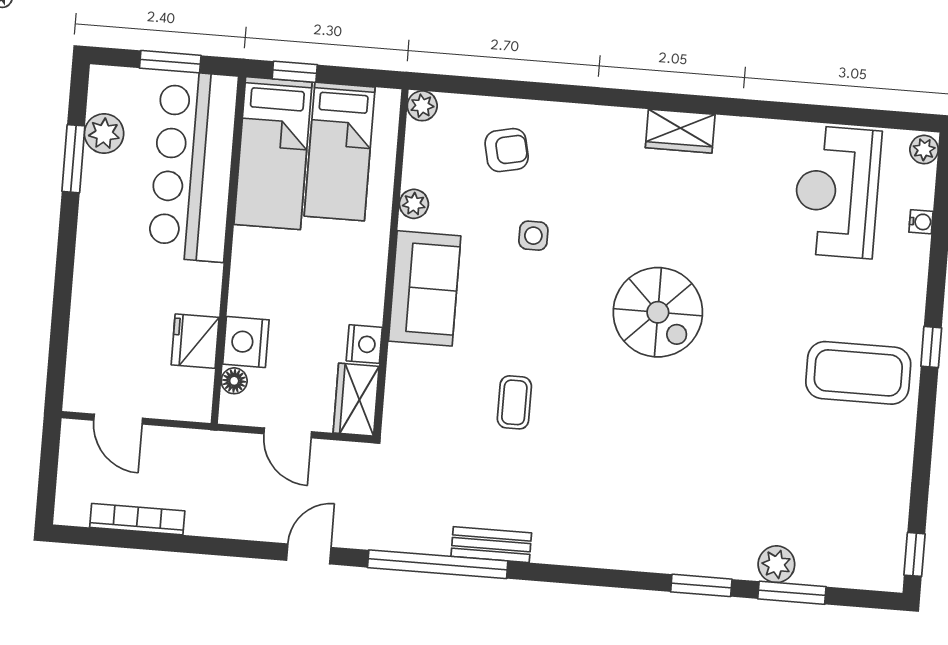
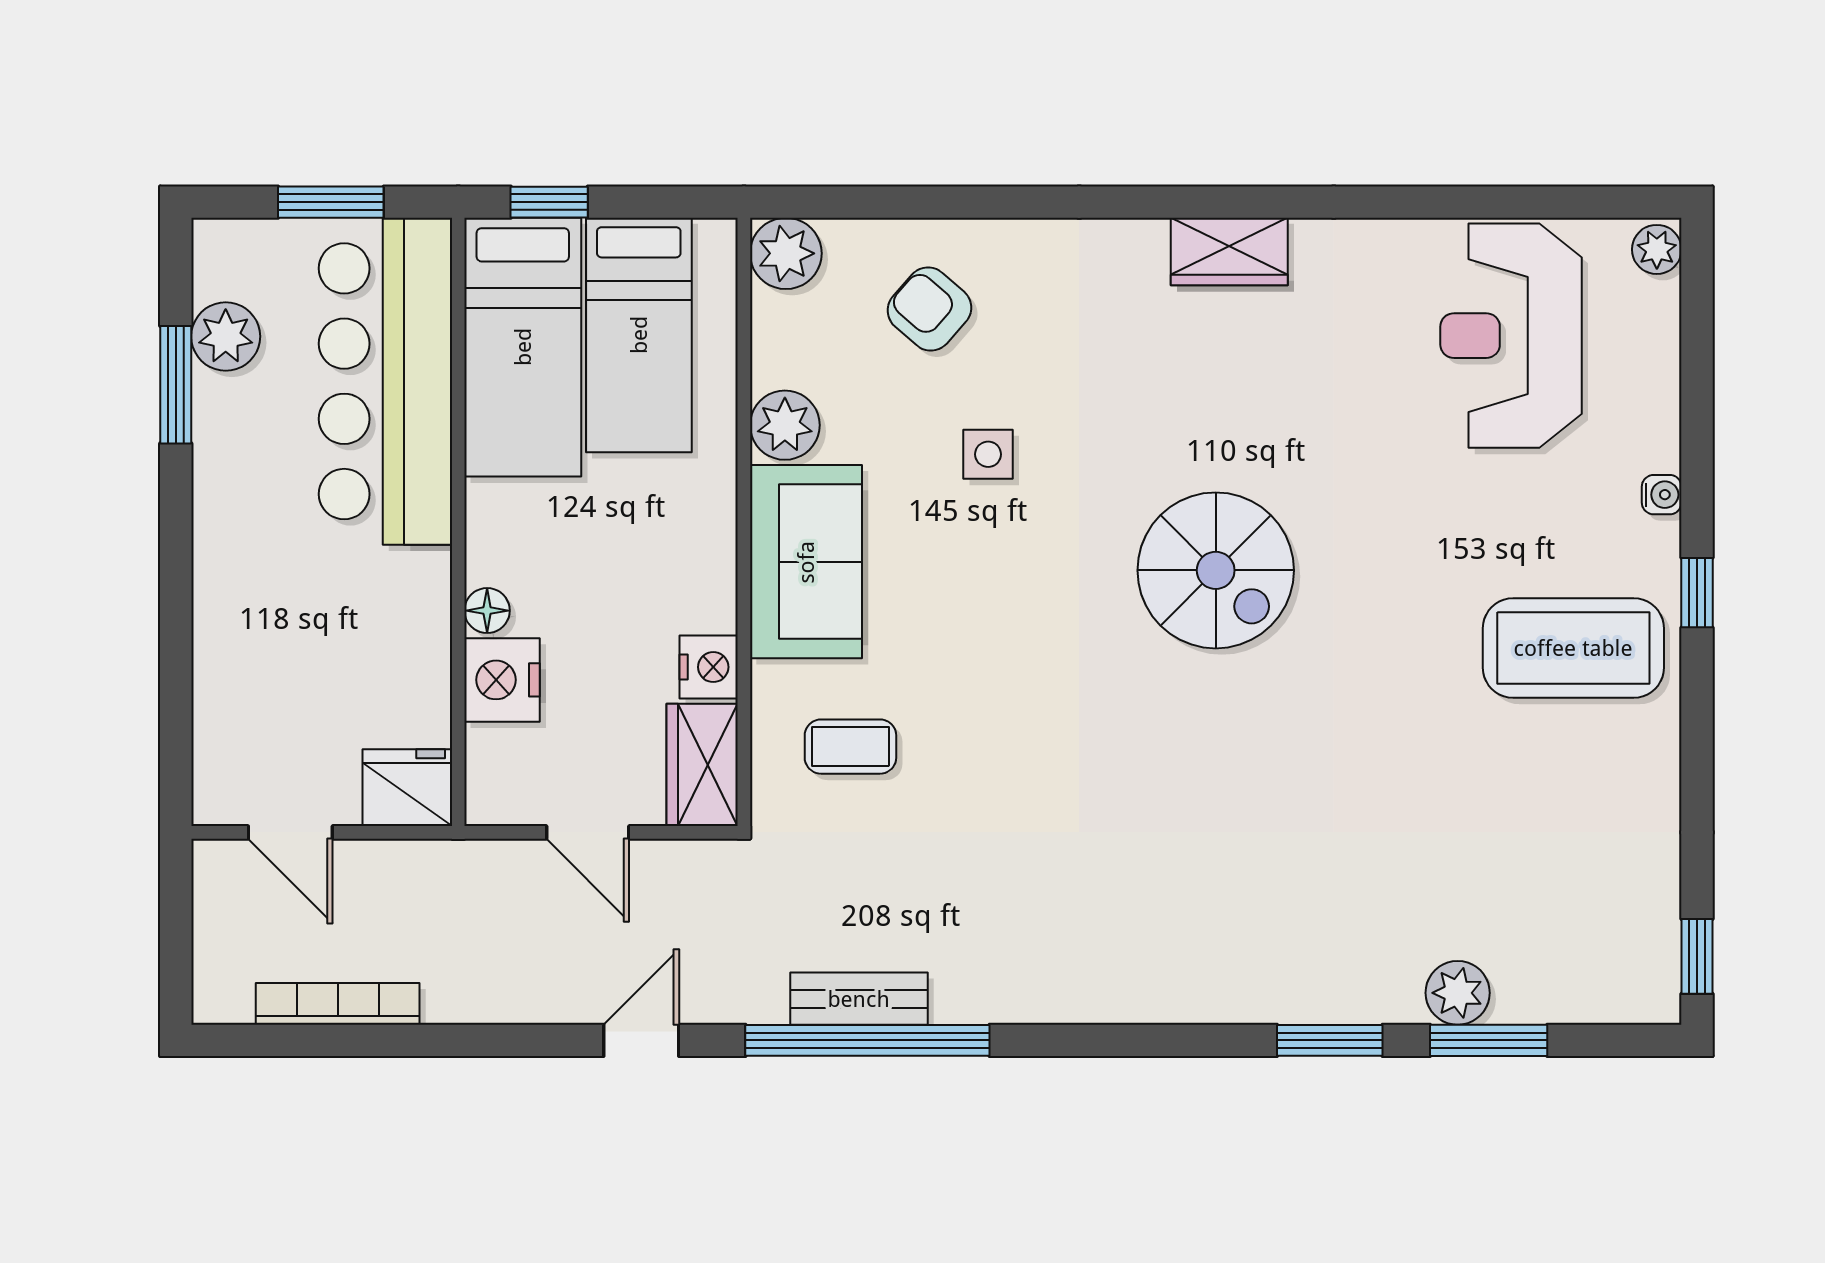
plant: (422, 106) -> (786, 253), width x1.38, depth x1.38
armchair: (507, 150) -> (929, 309), turned -127
plant: (414, 204) -> (785, 425), width x1.38, depth x1.38
water cooler: (921, 222) -> (1662, 495), moved
fridge: (195, 341) -> (407, 788), moved, turned 90
floor lamp: (234, 381) -> (487, 611), moved
coffee table: (514, 402) -> (850, 747), moved, turned 90
bench: (491, 545) -> (859, 999), moved

